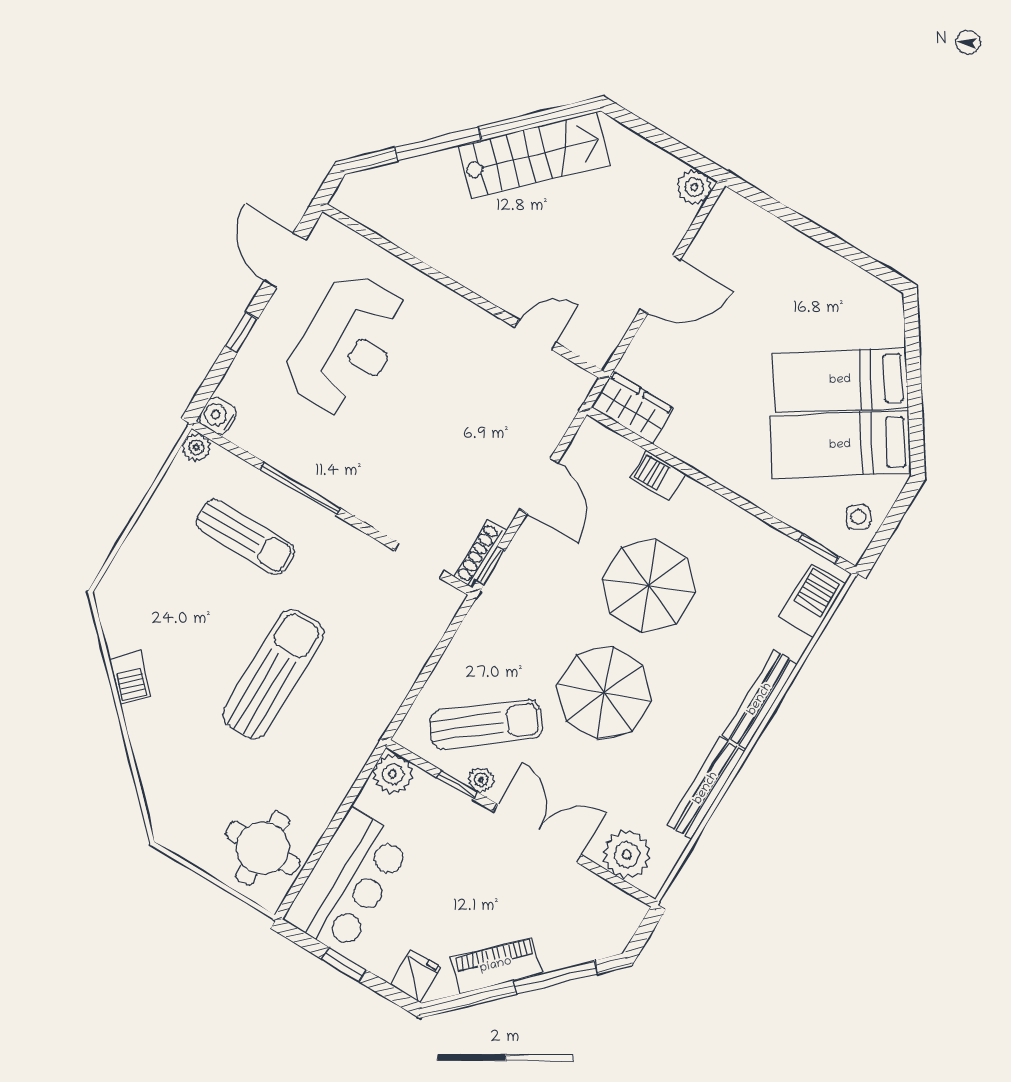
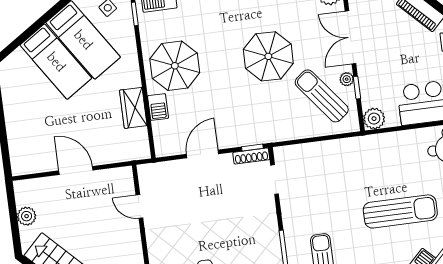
plant: (694, 187) -> (27, 216), moved
wardrobe: (633, 408) -> (133, 108), moved
parasol: (649, 586) -> (175, 66), moved
sun lounger: (273, 674) -> (400, 211), moved, turned 180

